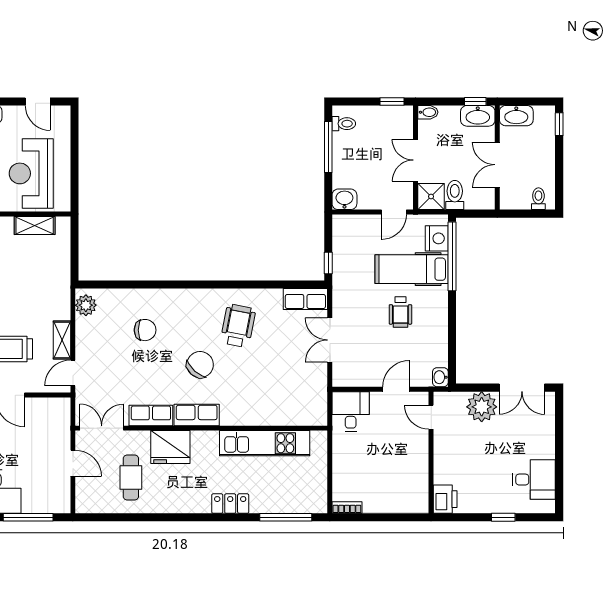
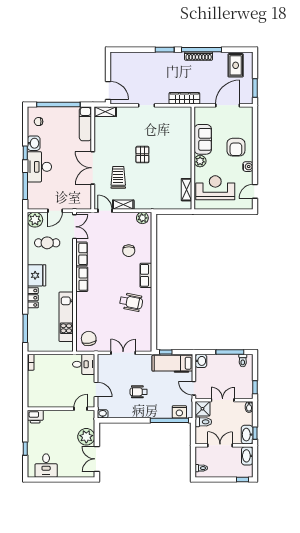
hospital bed: (412, 269) -> (172, 363), moved, turned -90
row of seats: (305, 299) -> (146, 275), moved
chair: (200, 365) -> (89, 339), moved, turned -141
fridge: (170, 447) -> (36, 275), moved, turned 180
plant: (89, 500) -> (35, 220), added

